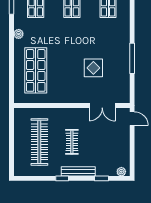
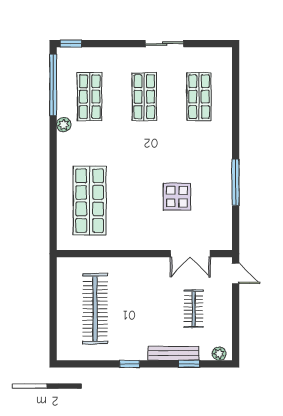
plant: (19, 34) -> (64, 125), moved
clothes rail: (72, 142) -> (194, 309), moved
bench: (78, 171) -> (173, 353), moved

